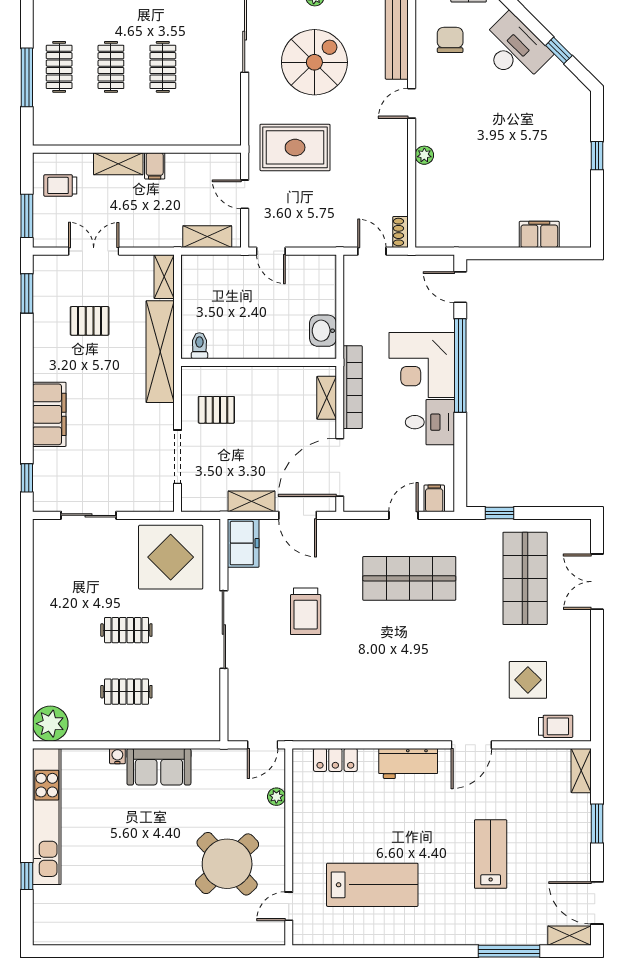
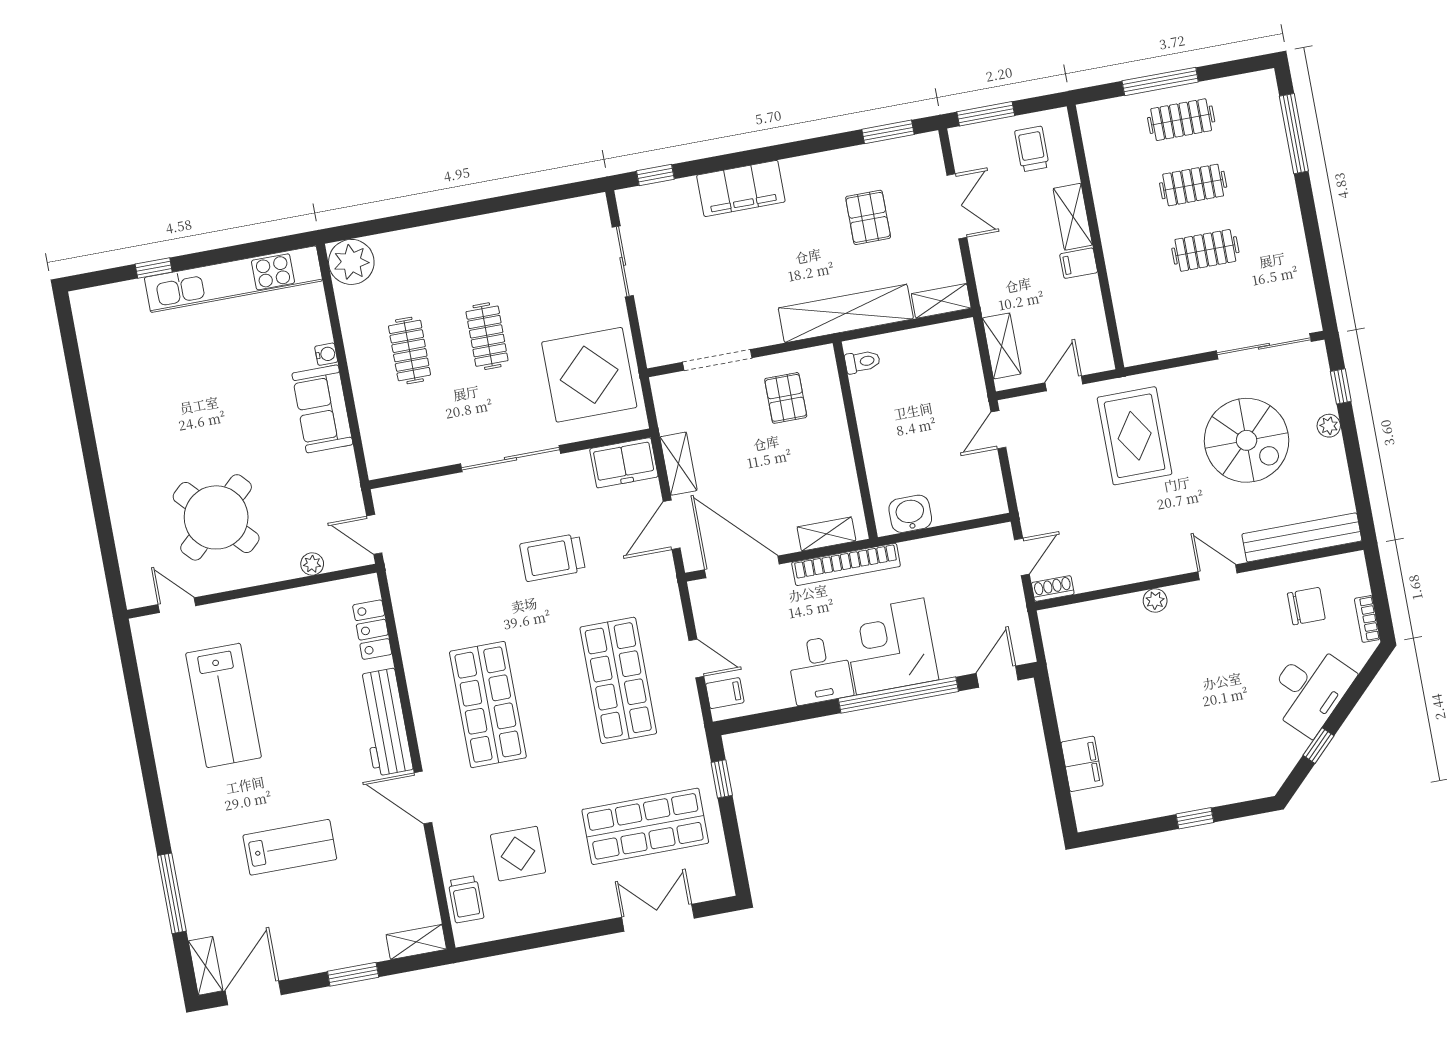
shop shelf: (409, 682) -> (488, 705), added
workbench: (408, 763) -> (385, 722), width x1.38

